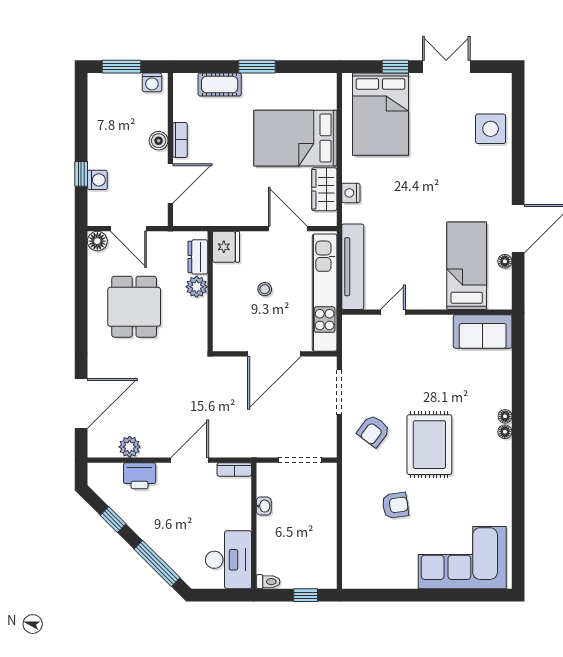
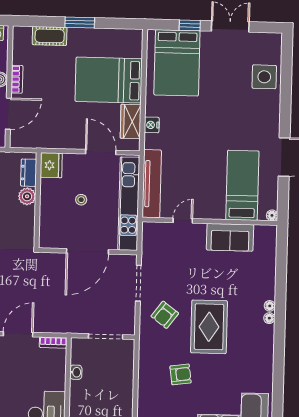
floor lamp: (505, 261) -> (272, 215), moved
sofa: (483, 331) -> (230, 237), moved

